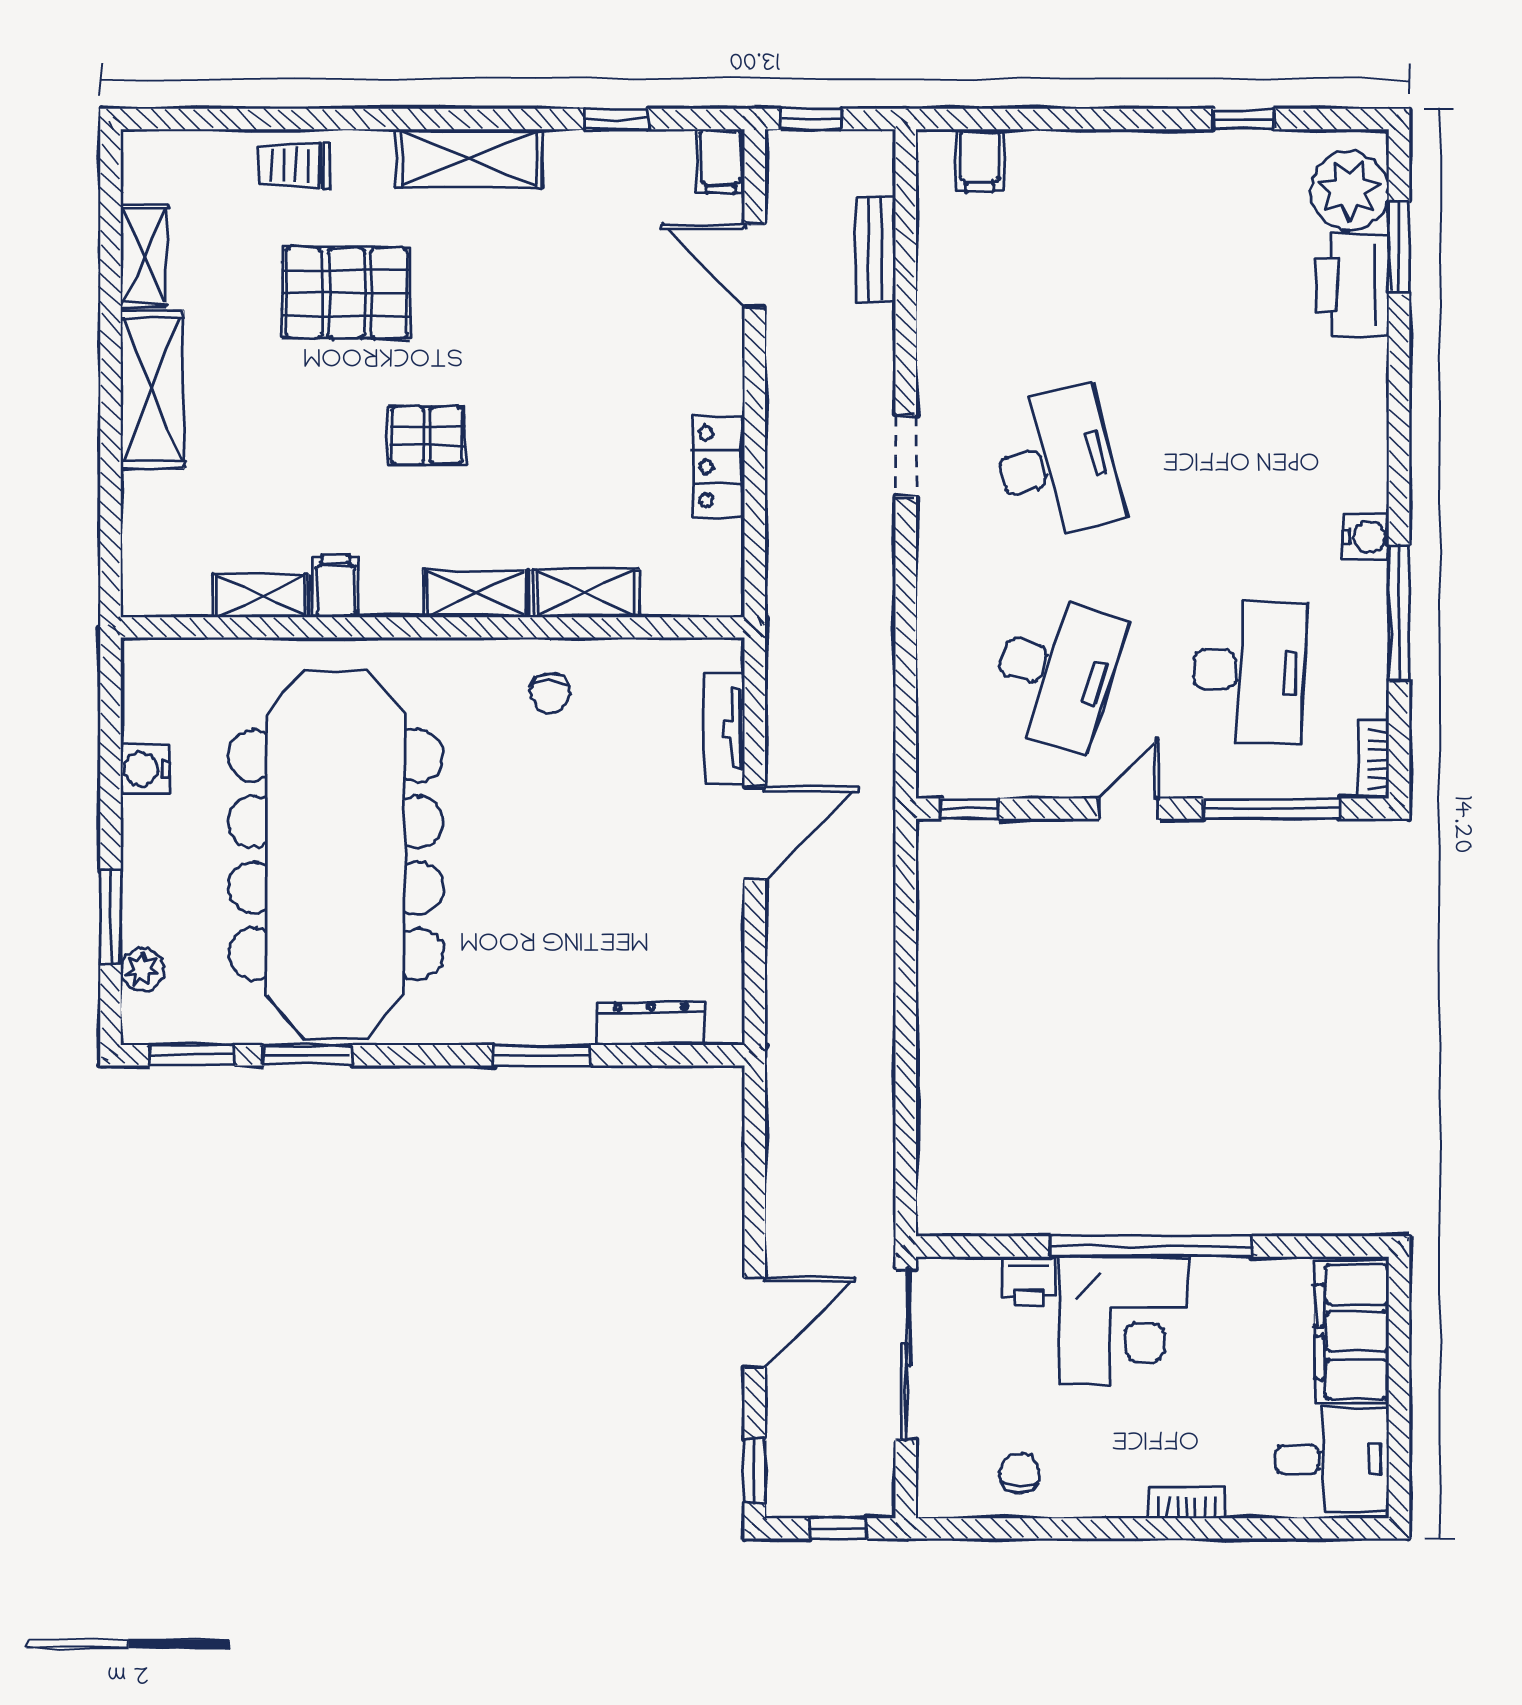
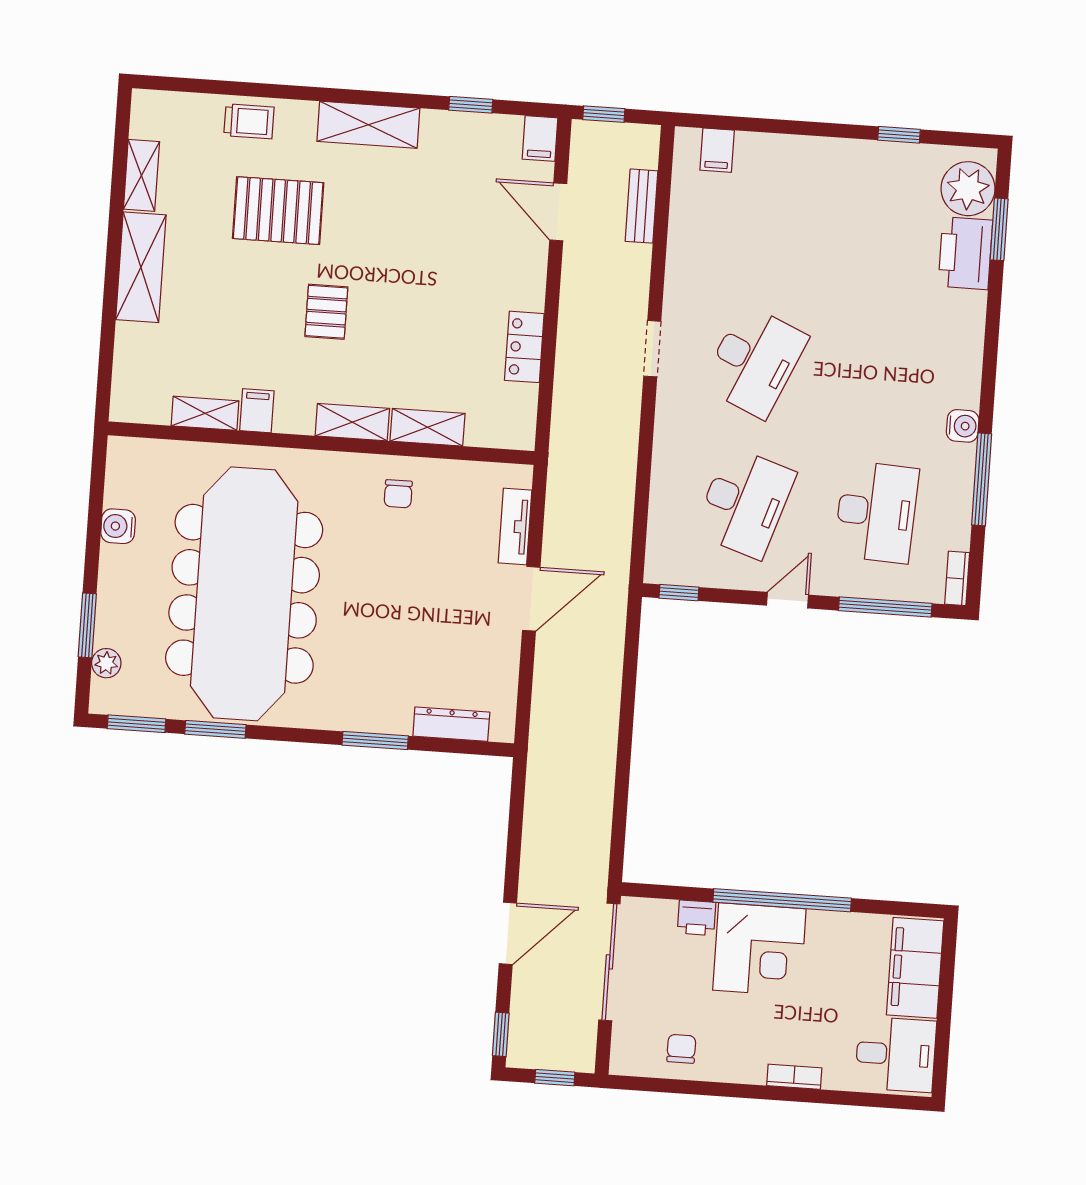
trolley: (295, 166) -> (249, 121), turned 180
pallet: (427, 435) -> (326, 312), turned 90
desk: (1056, 464) -> (754, 361), turned 39

